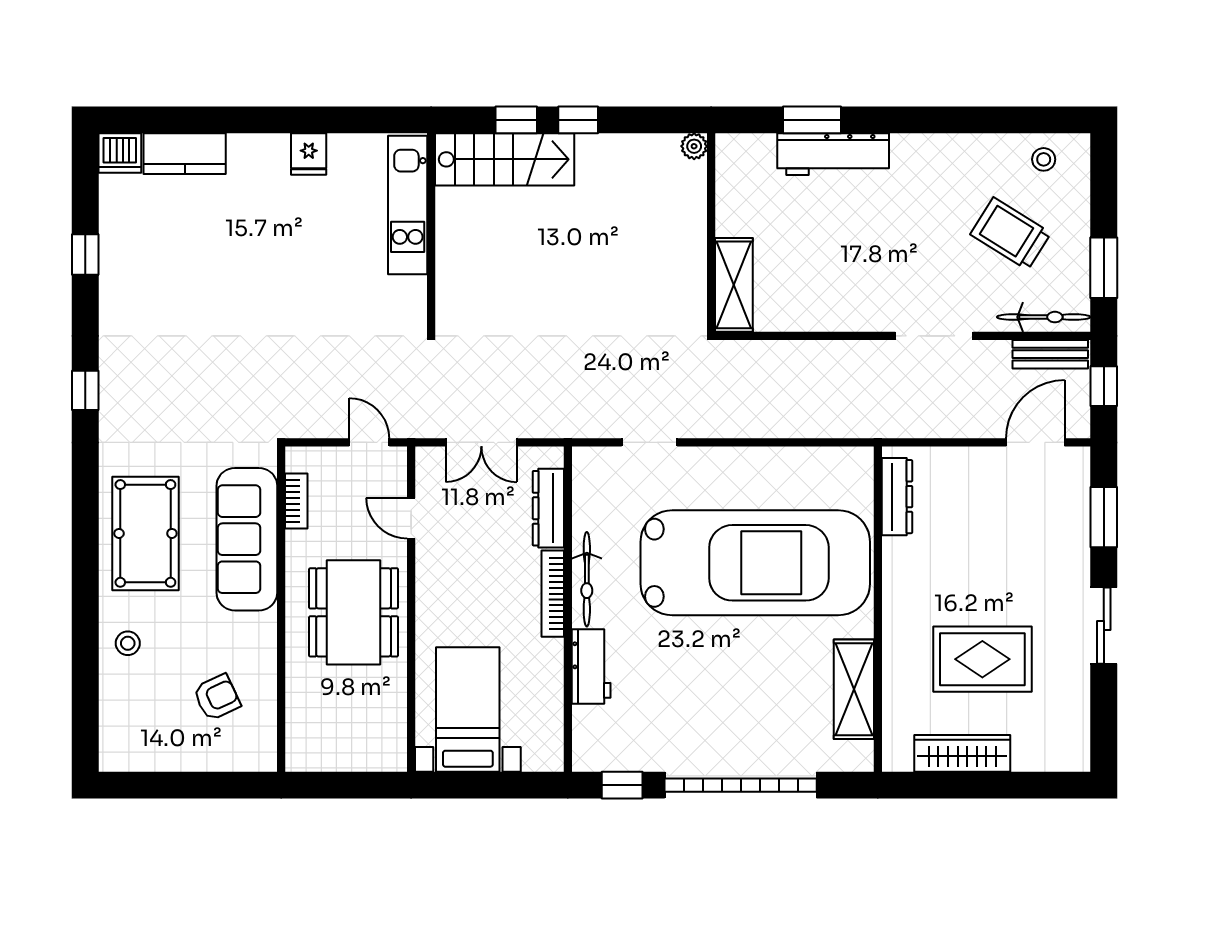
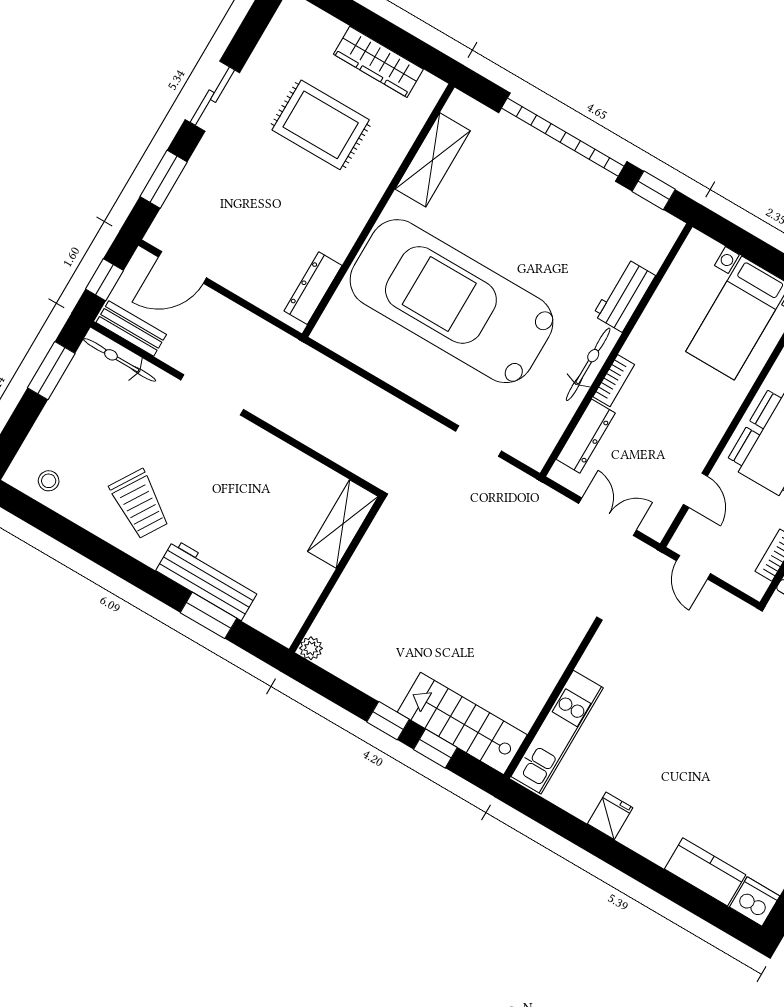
trolley: (1011, 234) -> (139, 504), moved
bookcase: (553, 594) -> (614, 381), width x0.64

